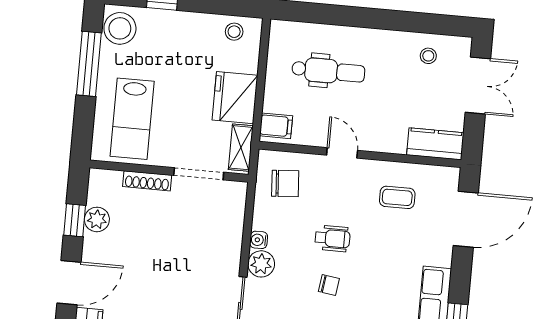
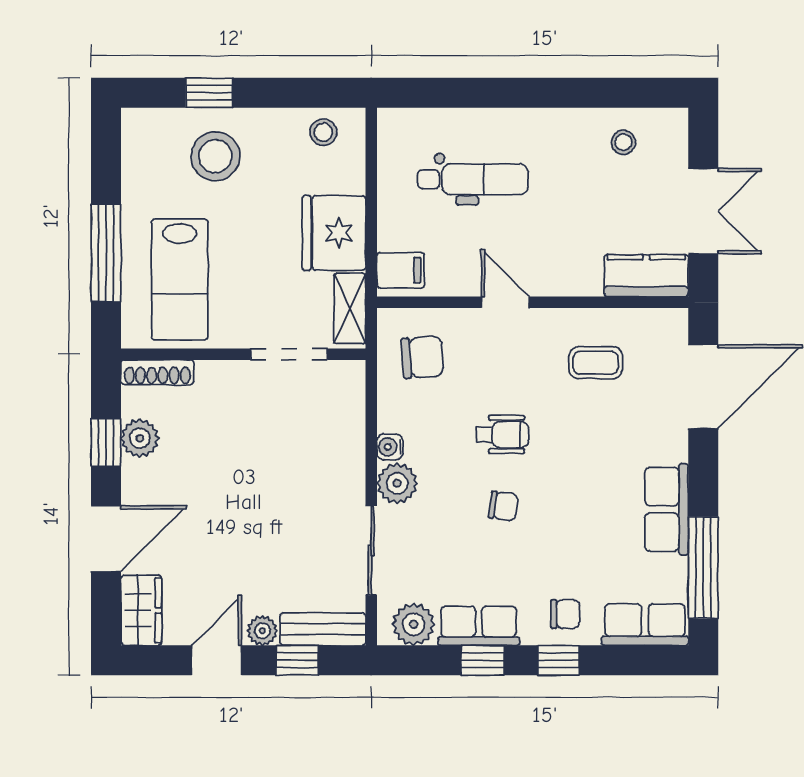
stool: (120, 28) -> (215, 156), moved
window: (89, 64) -> (106, 253), moved
double door: (478, 86) -> (703, 211), moved
shoe rack: (147, 181) -> (157, 372), moved

